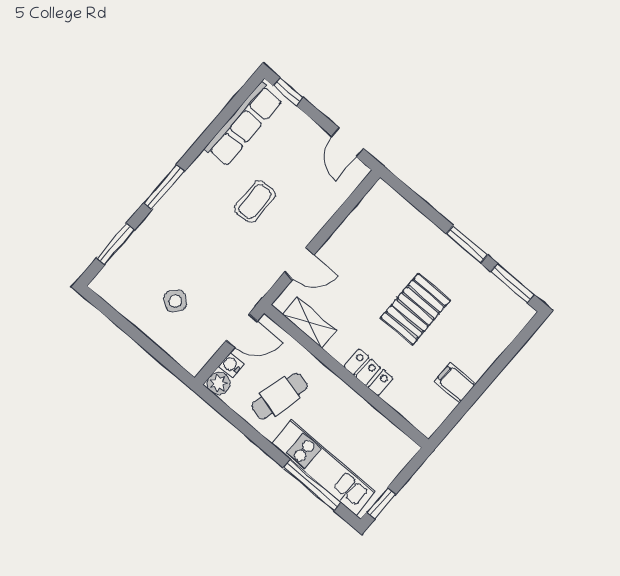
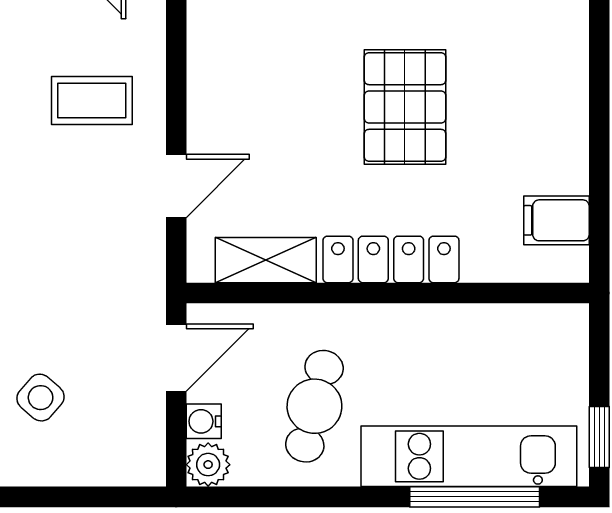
coffee table: (255, 201) -> (92, 100), moved, turned 90
locker: (368, 372) -> (391, 259), width x1.53
filing cabinet: (455, 383) -> (556, 220), moved

